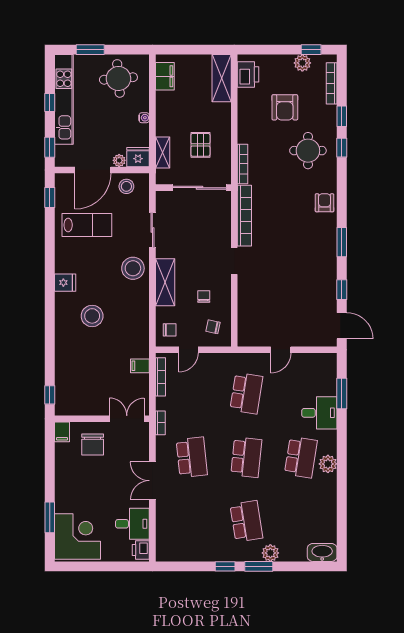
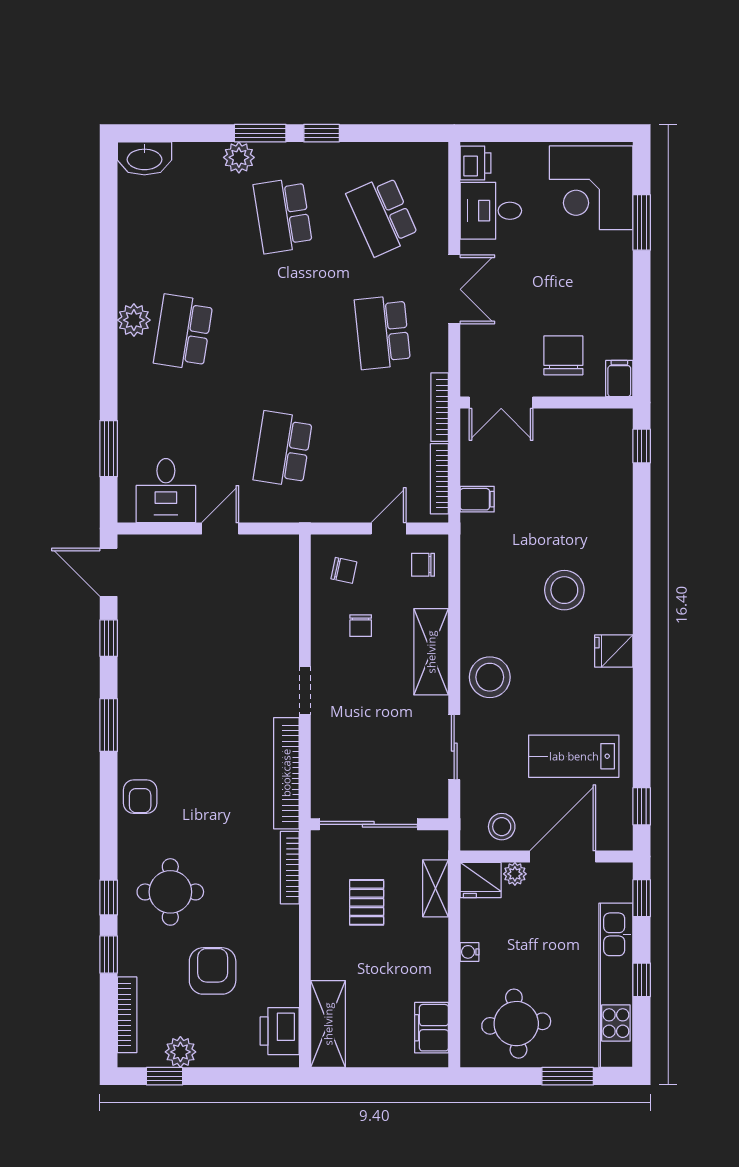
desk: (319, 413) -> (166, 491), moved, turned -90
bookcase: (160, 423) -> (440, 407), width x1.56
school desk: (246, 457) -> (382, 215), moved, turned -30

